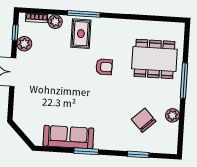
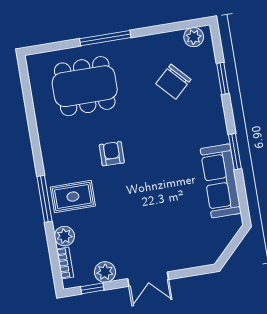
dining table: (154, 59) -> (85, 86), turned 90
plant: (172, 115) -> (194, 37), moved

